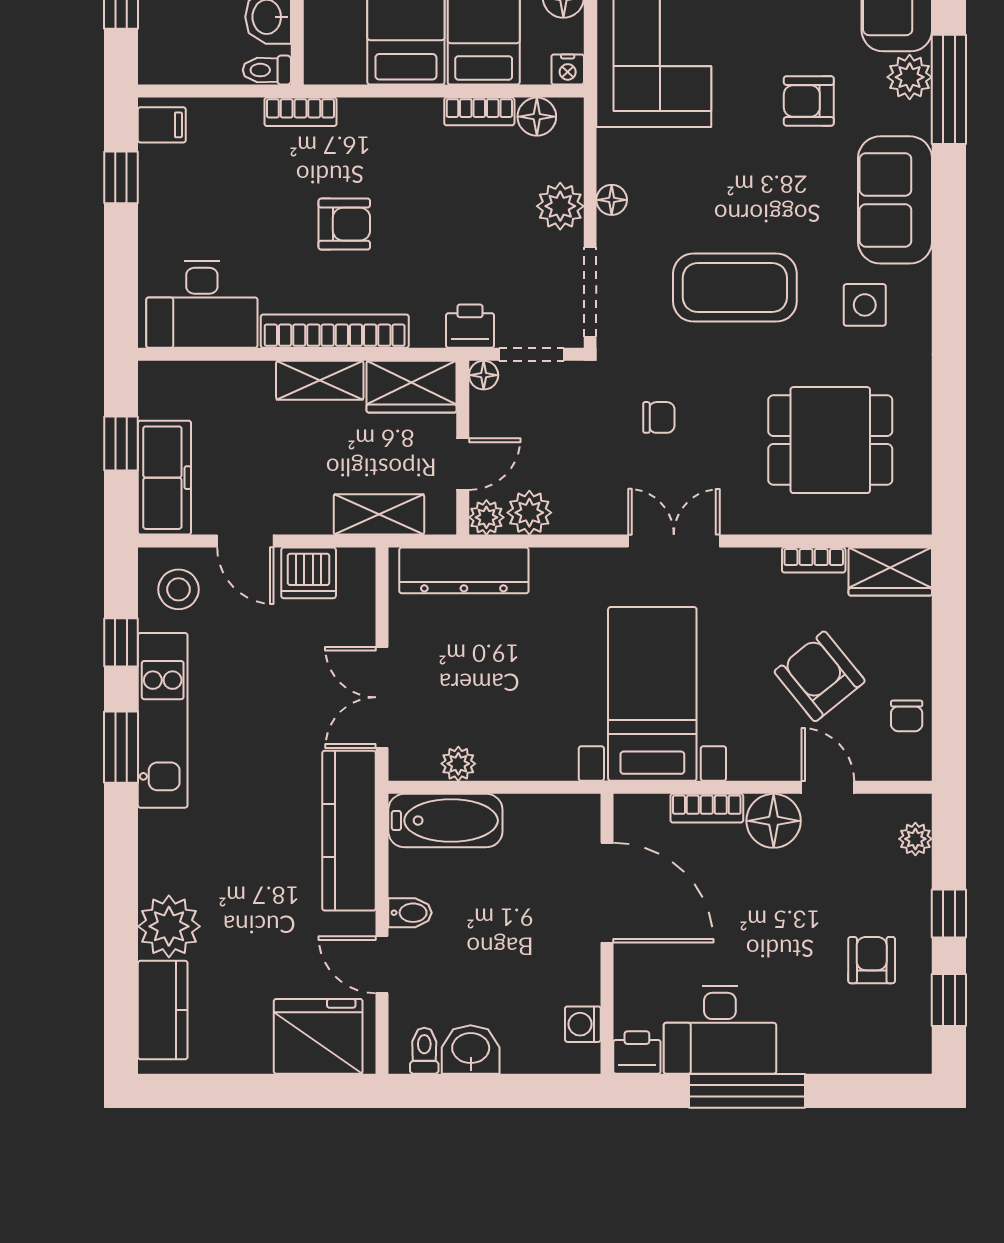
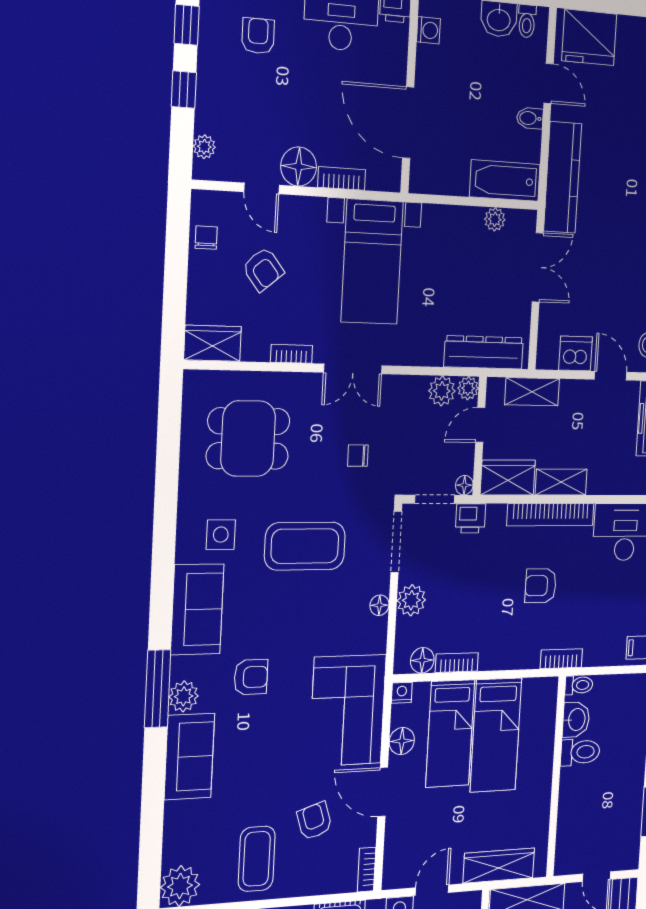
bookcase: (814, 560) -> (292, 354), moved
armchair: (820, 676) -> (263, 269), width x0.72, depth x0.72
armchair: (872, 960) -> (258, 36), moved, turned 180

